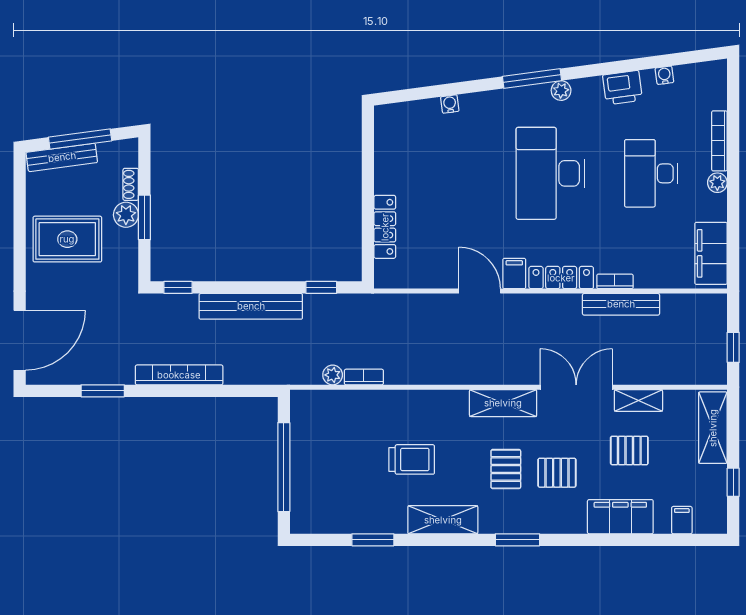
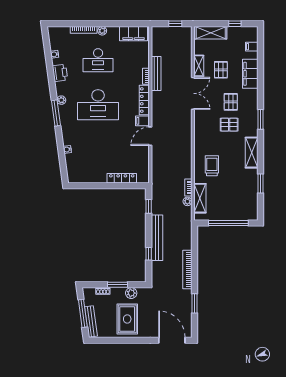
plant: (126, 215) -> (131, 293), moved
window: (178, 287) -> (149, 254), moved
double door: (576, 387) -> (193, 93), swing flipped
shelving: (503, 403) -> (200, 198), moved
trolley: (412, 459) -> (212, 166), moved

